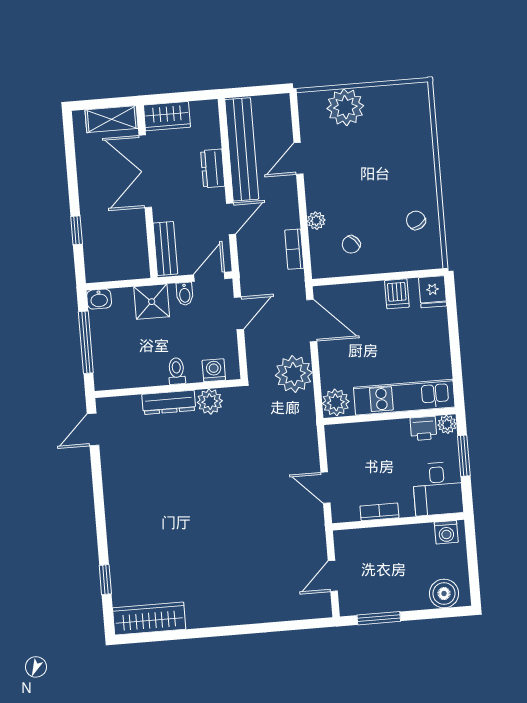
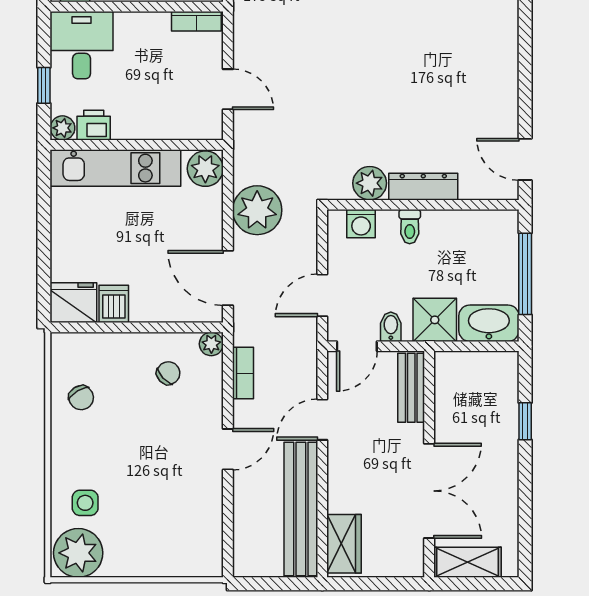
plant: (345, 107) -> (78, 553), moved
wardrobe: (167, 116) -> (344, 544), moved, turned 90
side table: (406, 141) -> (85, 503), added
door: (298, 158) -> (228, 449), moved
dresser: (213, 168) -> (341, 487), removed
plant: (316, 221) -> (211, 344), moved
fridge: (433, 292) -> (73, 303), width x1.38
washbasin: (99, 299) -> (489, 323), width x1.91, depth x1.45
door: (93, 429) -> (525, 159), swing flipped
window: (464, 456) -> (44, 85), width x0.67
door: (325, 488) -> (228, 89), moved
bookcase: (379, 512) -> (196, 21), moved

